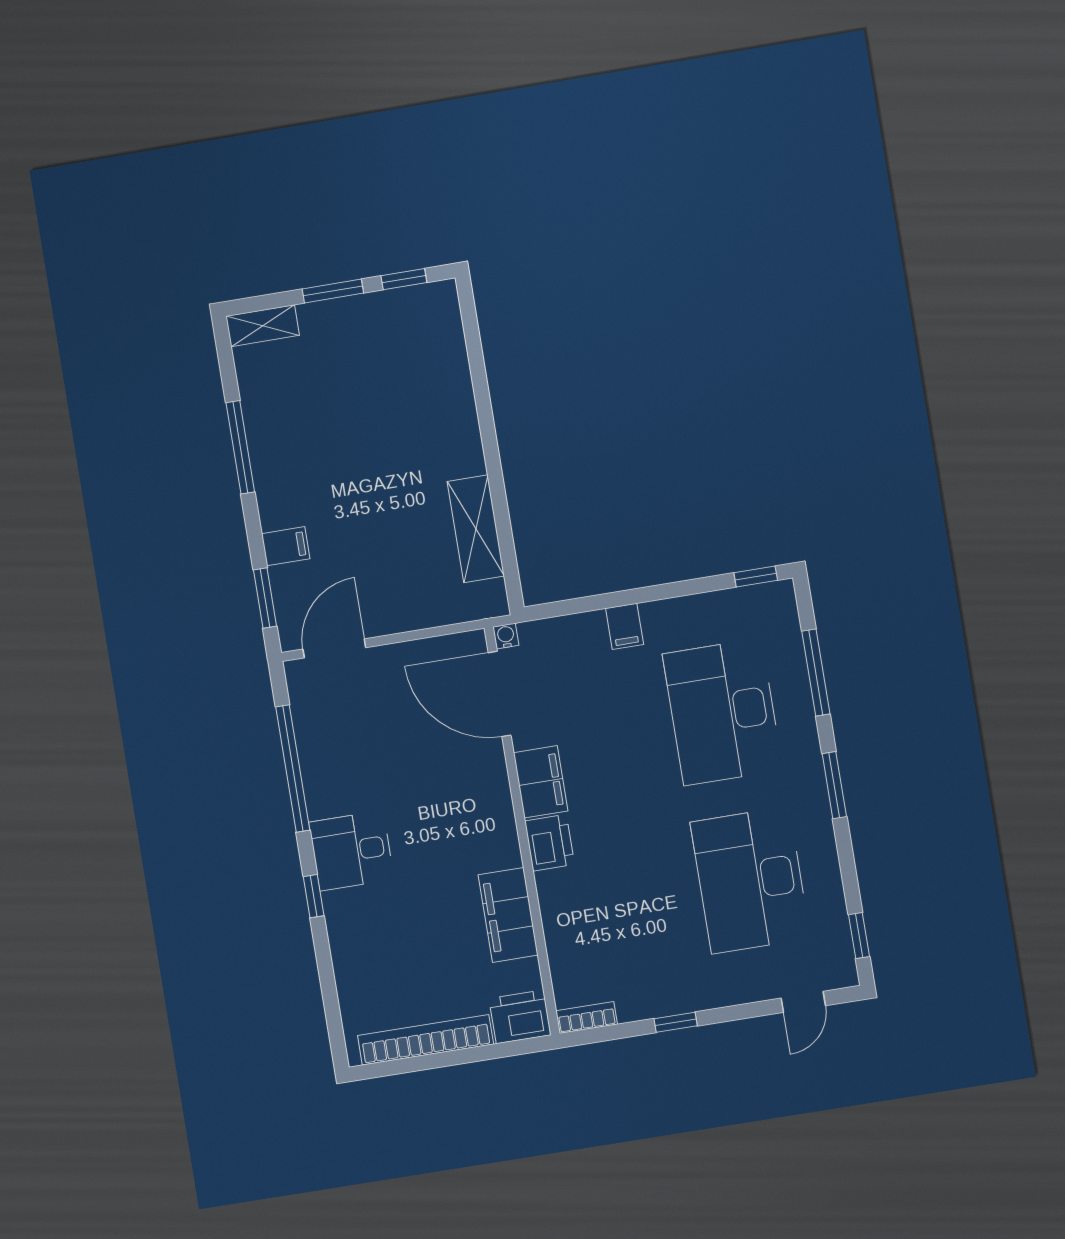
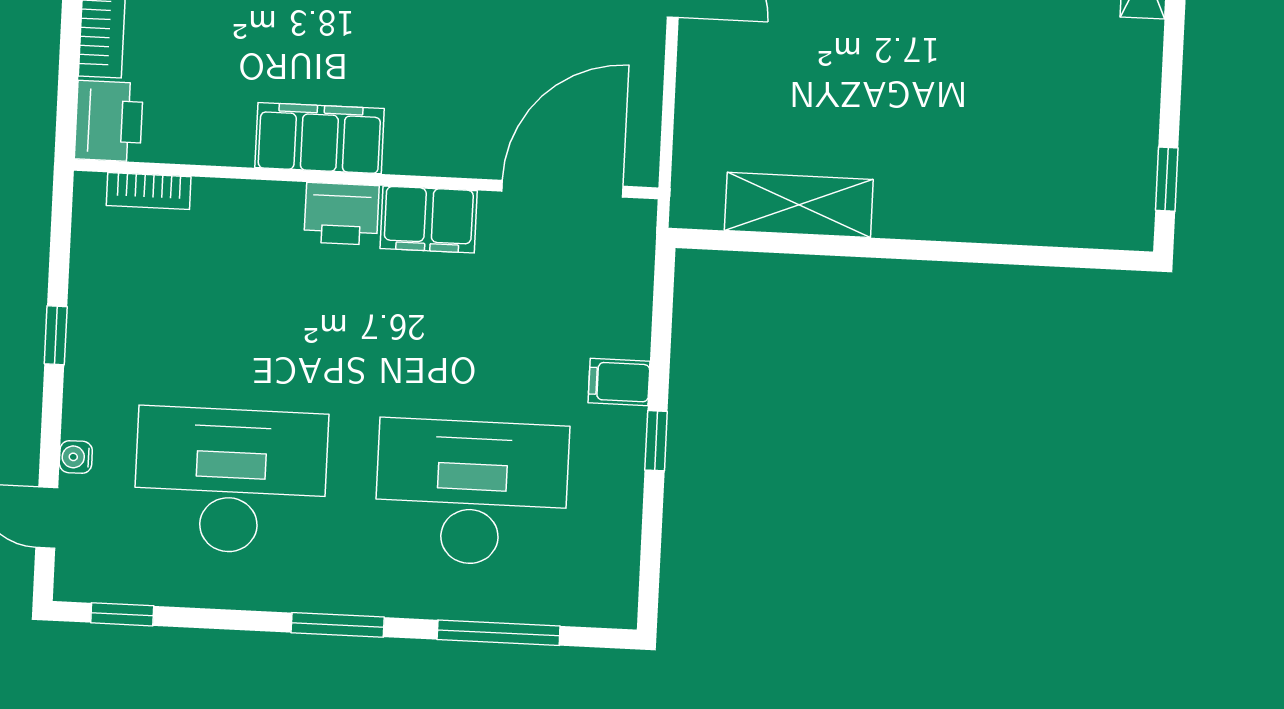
window: (333, 291) -> (1172, 77), removed
window: (756, 576) -> (656, 441), moved
water cooler: (506, 636) -> (76, 457), moved, turned 180
filing cabinet: (508, 915) -> (320, 138), moved
bookcase: (587, 1018) -> (149, 191), moved, turned 90

